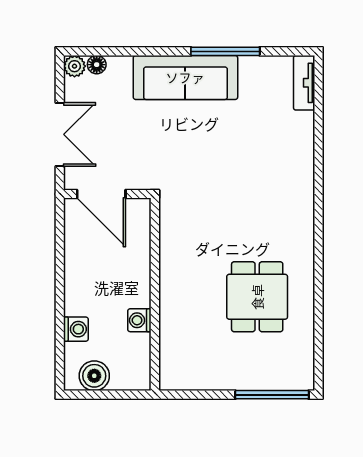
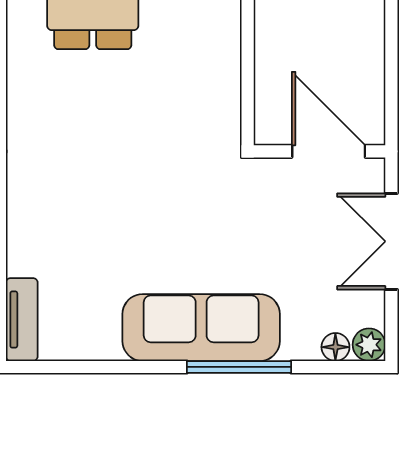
window: (225, 51) -> (239, 367), moved

